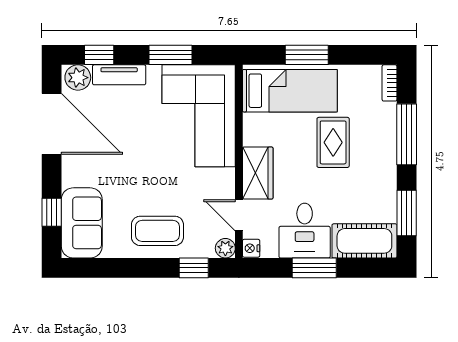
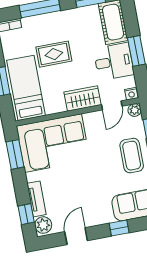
window: (170, 55) -> (15, 154), moved
door: (52, 124) -> (76, 236), width x0.53
window: (52, 212) -> (119, 228), moved

